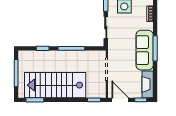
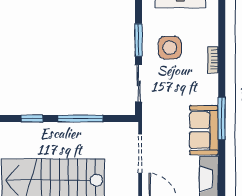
sofa: (145, 50) -> (204, 130), width x0.73

